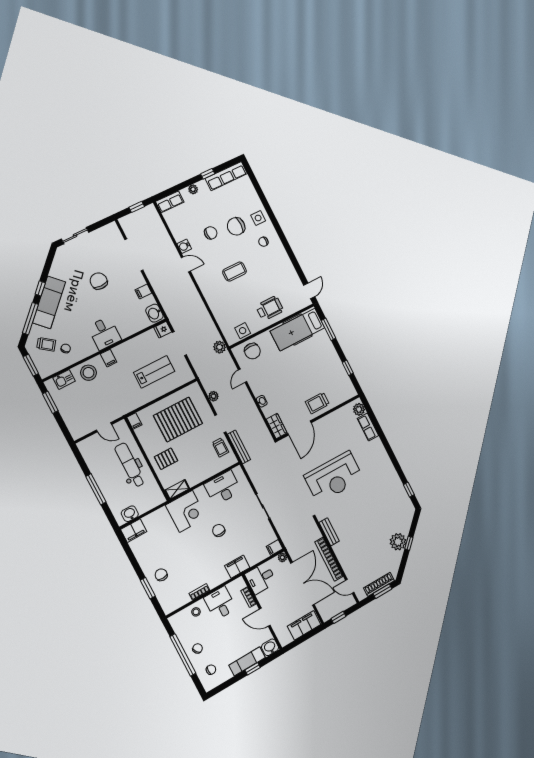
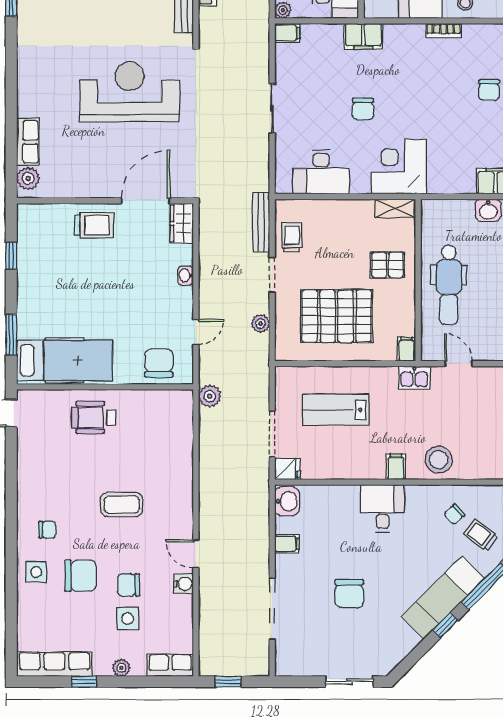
side table: (243, 331) -> (127, 619), moved
kitchen sink: (64, 379) -> (414, 378), moved, turned 180

